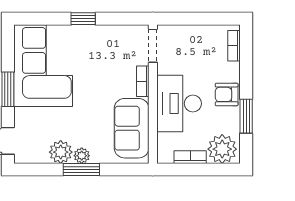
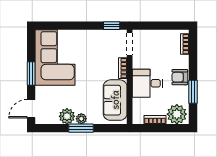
window: (83, 19) -> (112, 26), moved
desk: (179, 104) -> (147, 83), width x0.73

